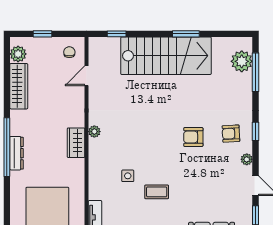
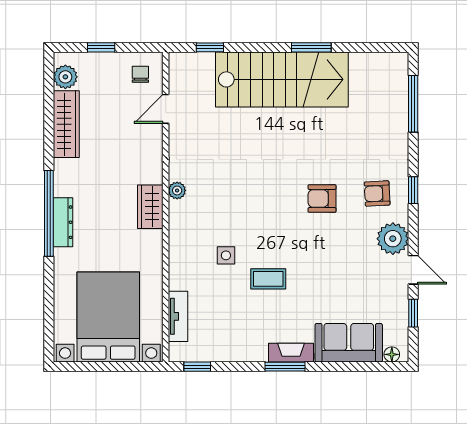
plant: (242, 61) -> (393, 88), removed
plant: (247, 159) -> (393, 239), width x1.87, depth x1.87

